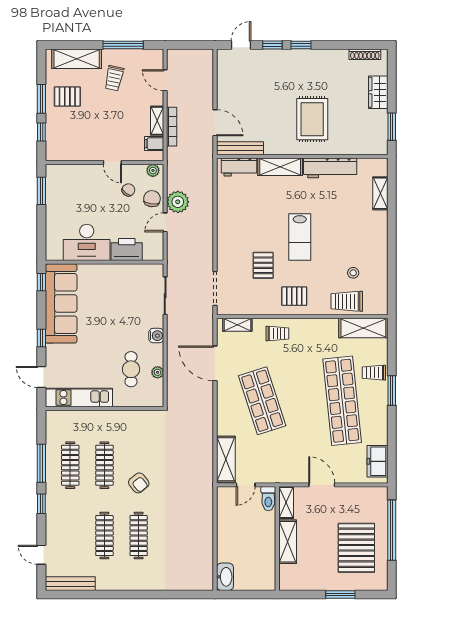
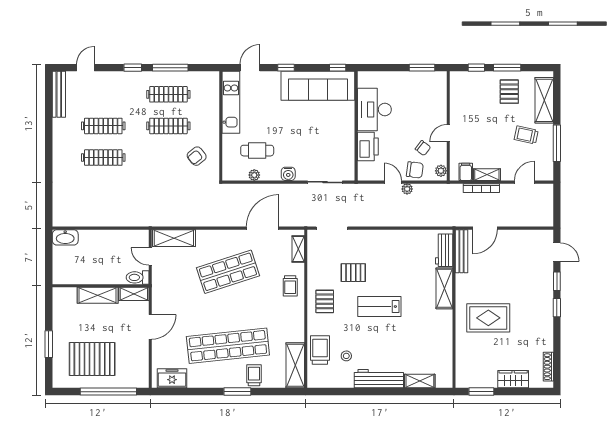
workbench: (330, 168) -> (379, 379), moved, turned 90
plant: (178, 202) -> (407, 189), width x0.53, depth x0.53
armchair: (139, 483) -> (197, 156), moved

